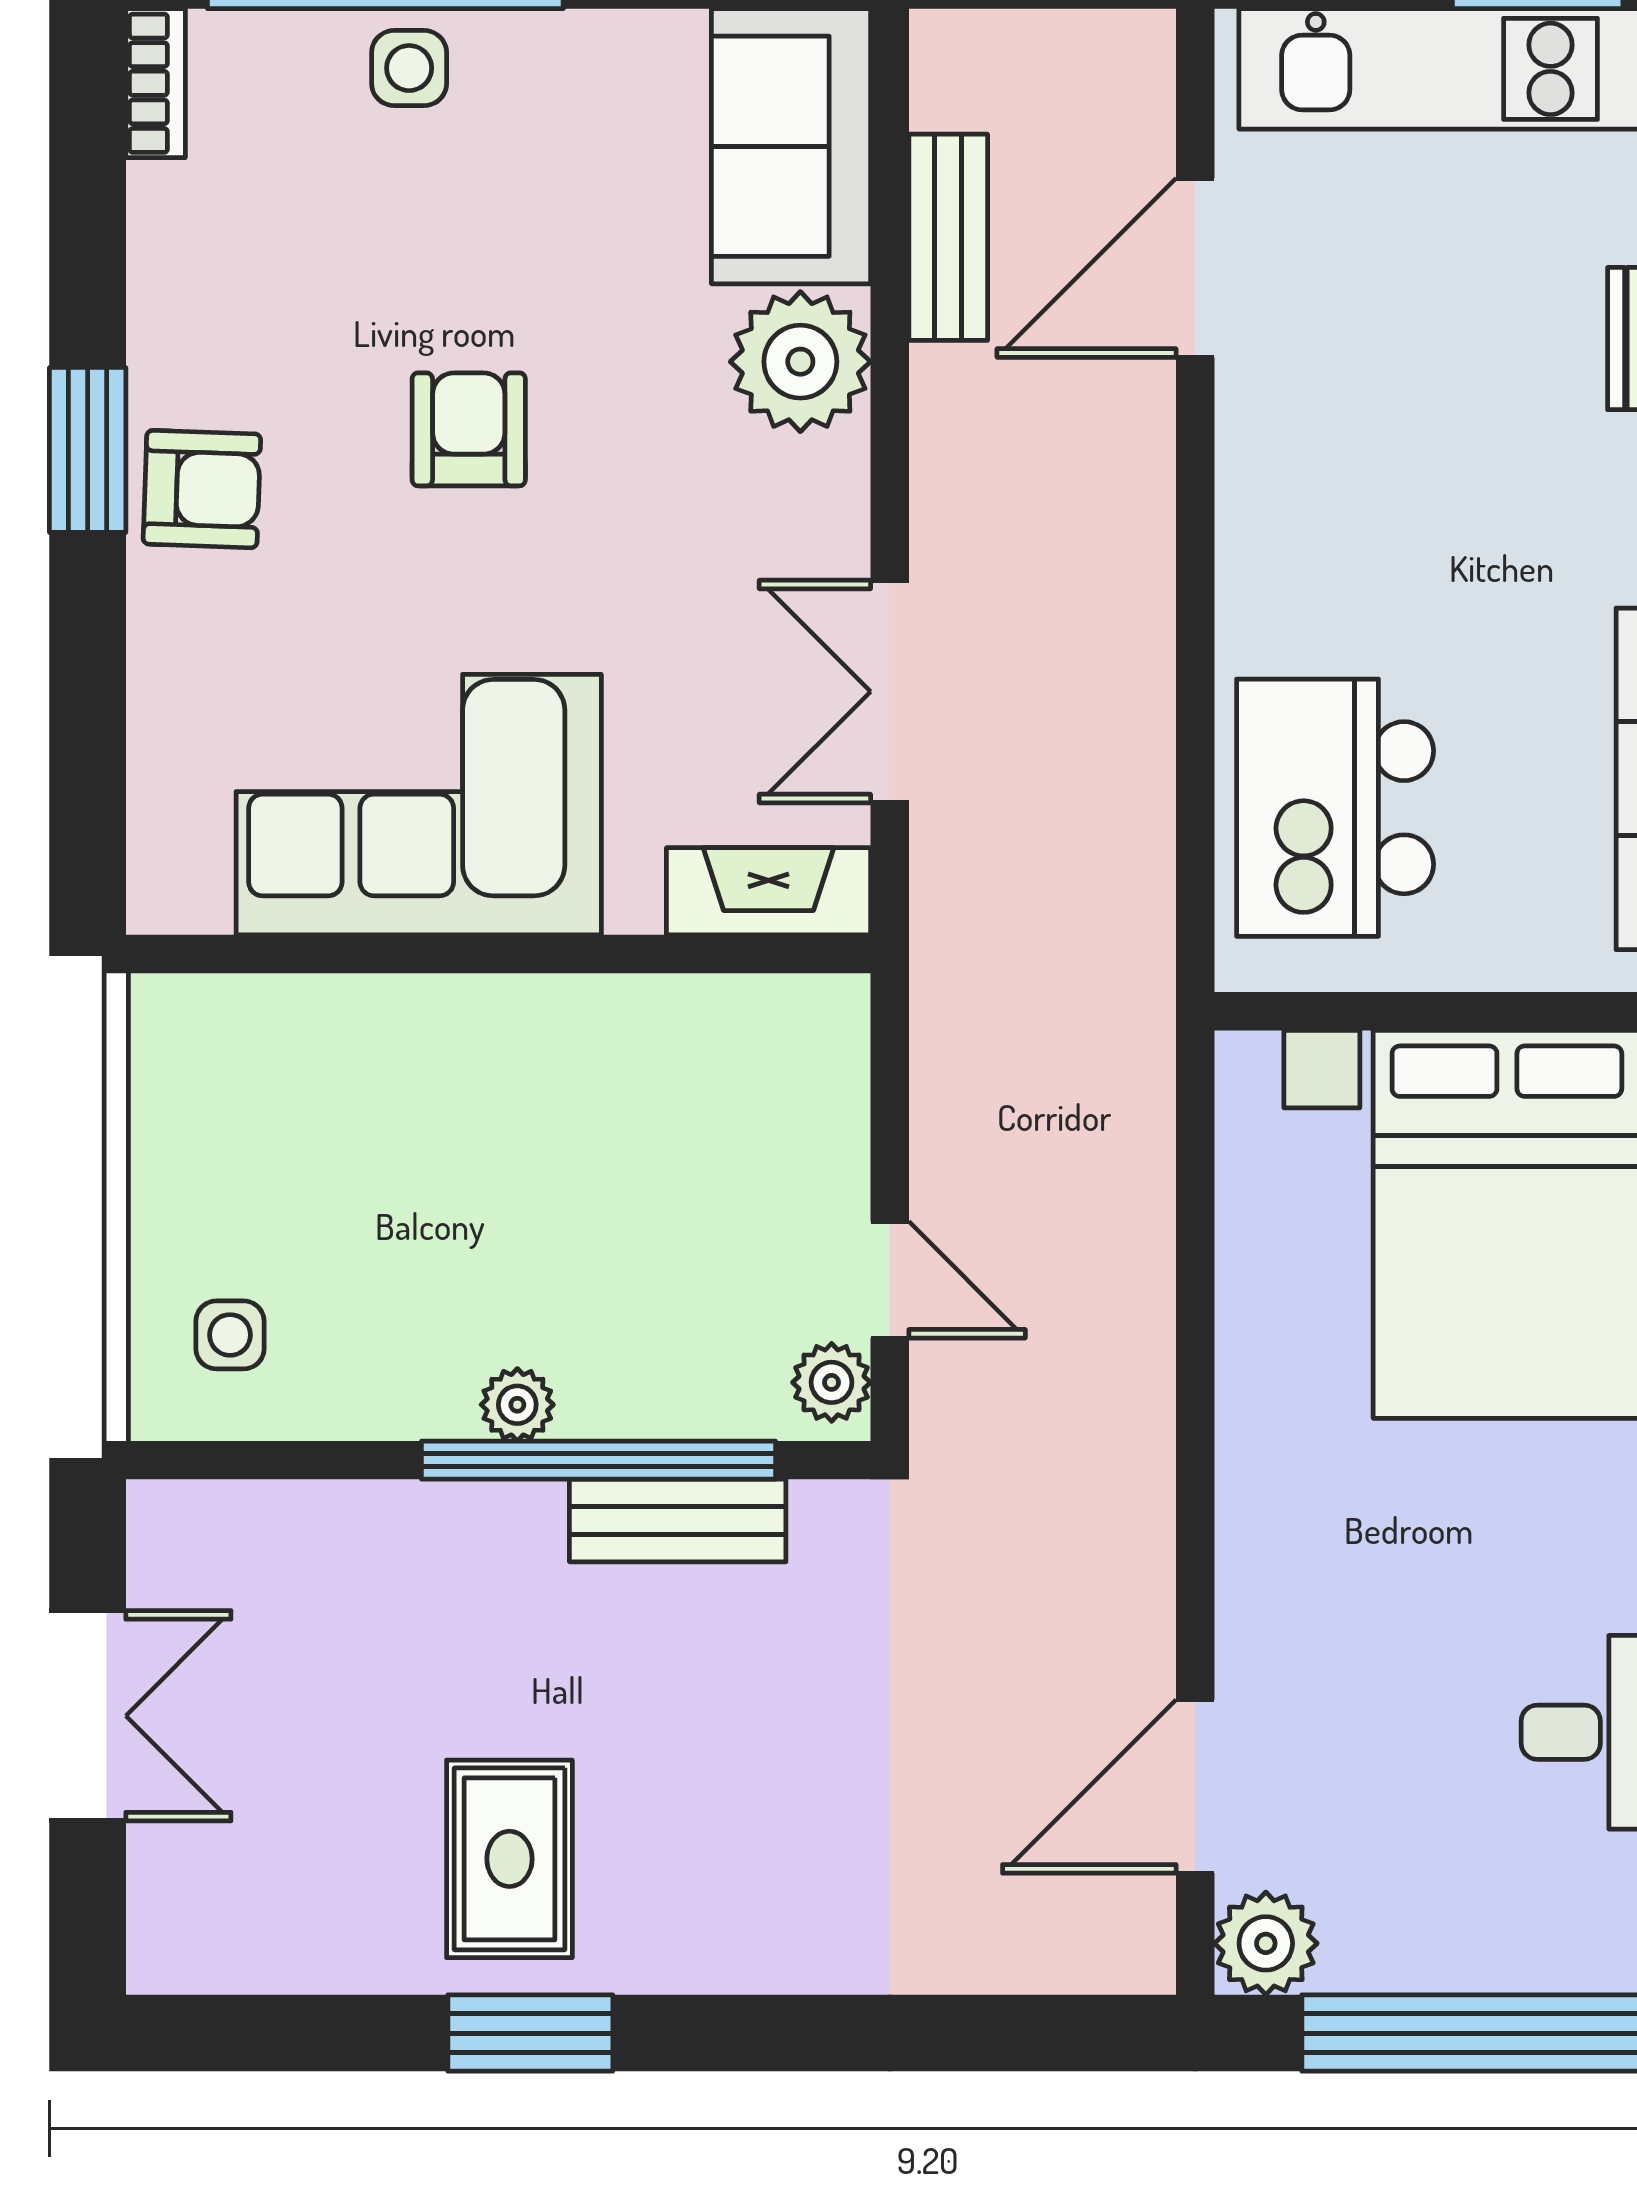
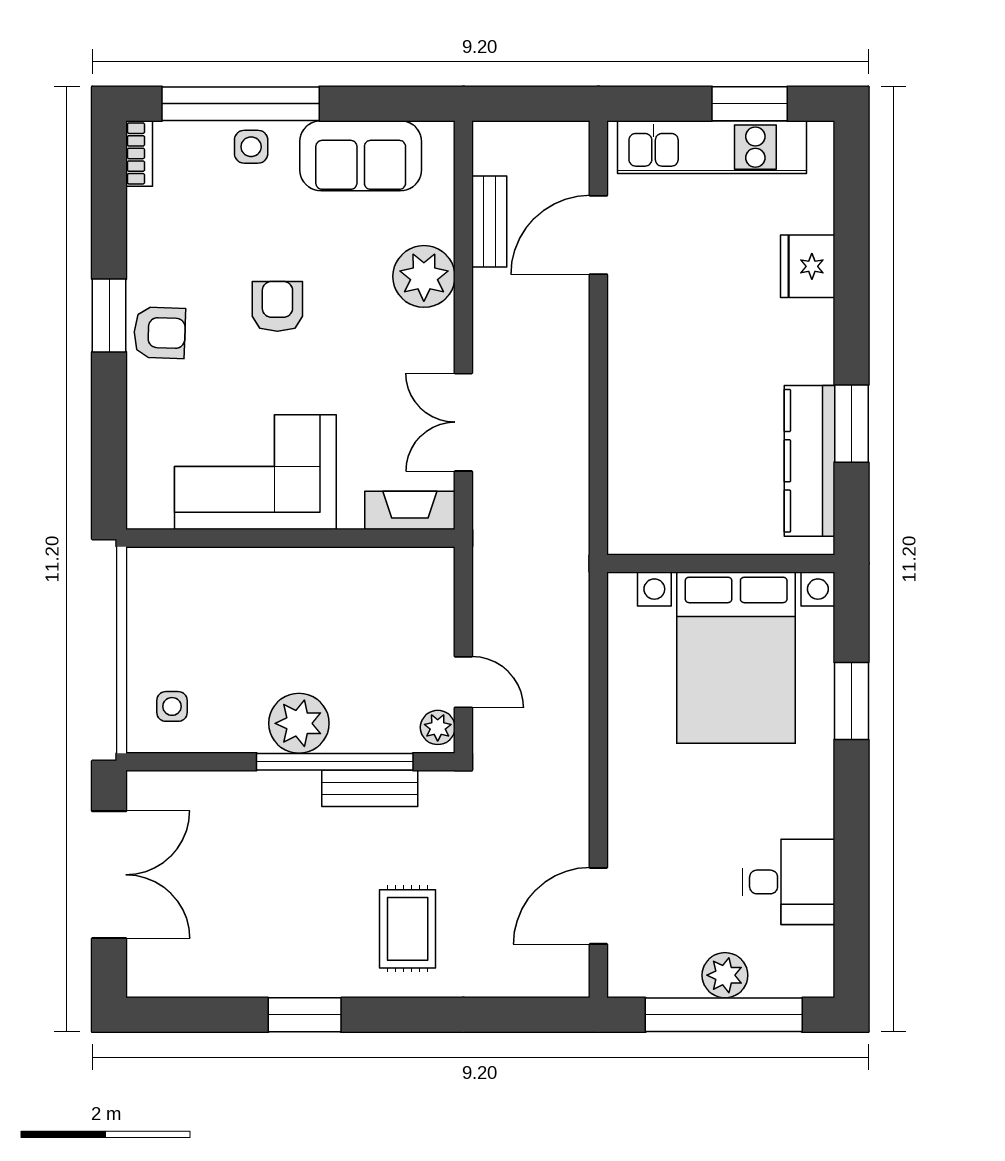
sofa: (791, 146) -> (361, 156), moved, turned -90
kitchen island: (1335, 808) -> (660, 474), removed
plant: (517, 1405) -> (299, 723), width x1.87, depth x1.87
double door: (88, 1716) -> (109, 875), width x1.37
rug: (509, 1859) -> (408, 929), moved
plant: (1266, 1943) -> (725, 975), moved

